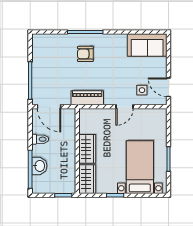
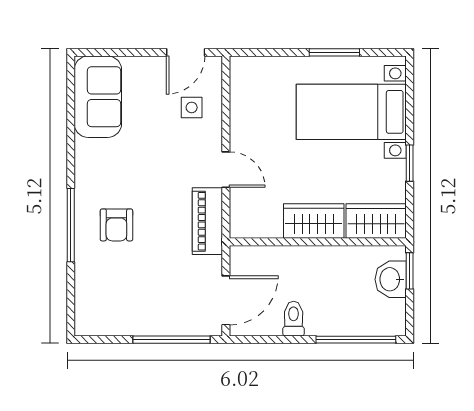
door: (125, 107) -> (226, 170), moved
washbasin: (39, 166) -> (391, 279), moved, turned -90

